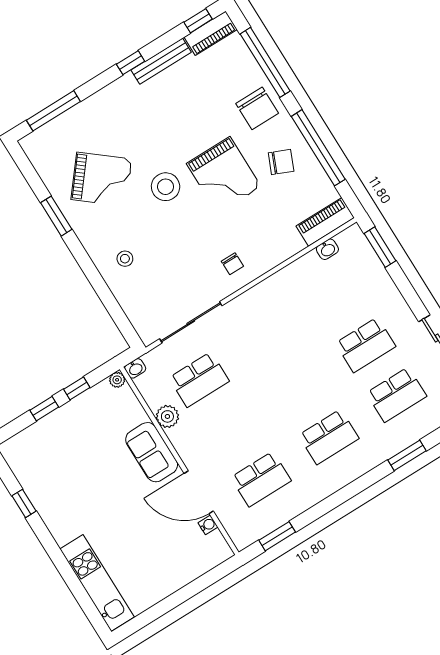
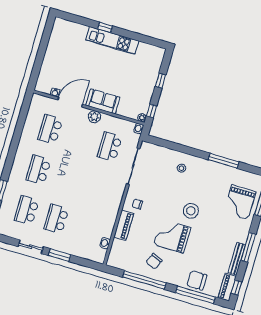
window: (131, 63) -> (248, 247), width x2.17
chair: (257, 108) -> (197, 280), moved
grand piano: (101, 179) -> (240, 202), moved, turned -39
window: (56, 216) -> (224, 161), width x1.44
piano: (325, 222) -> (124, 225), moved
window: (380, 247) -> (60, 255), moved
window: (77, 388) -> (152, 111), moved
plant: (167, 416) -> (94, 117), moved
window: (24, 503) -> (105, 27), moved
window: (277, 536) -> (24, 112), removed
kitchen unit: (97, 583) -> (112, 41), moved

